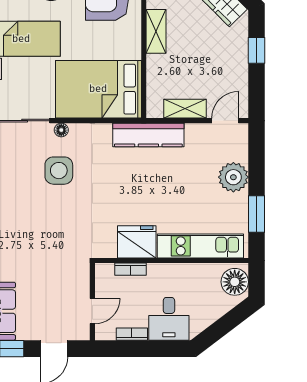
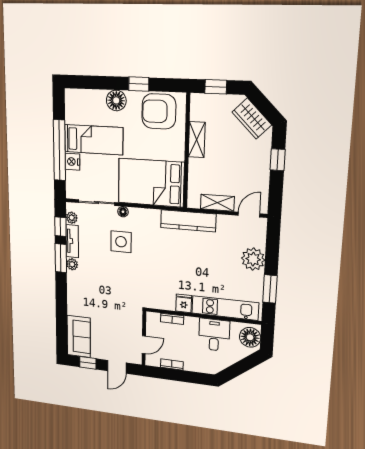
fridge: (137, 242) -> (184, 303), width x0.53, depth x0.75
desk: (169, 319) -> (214, 335), moved, turned 180

